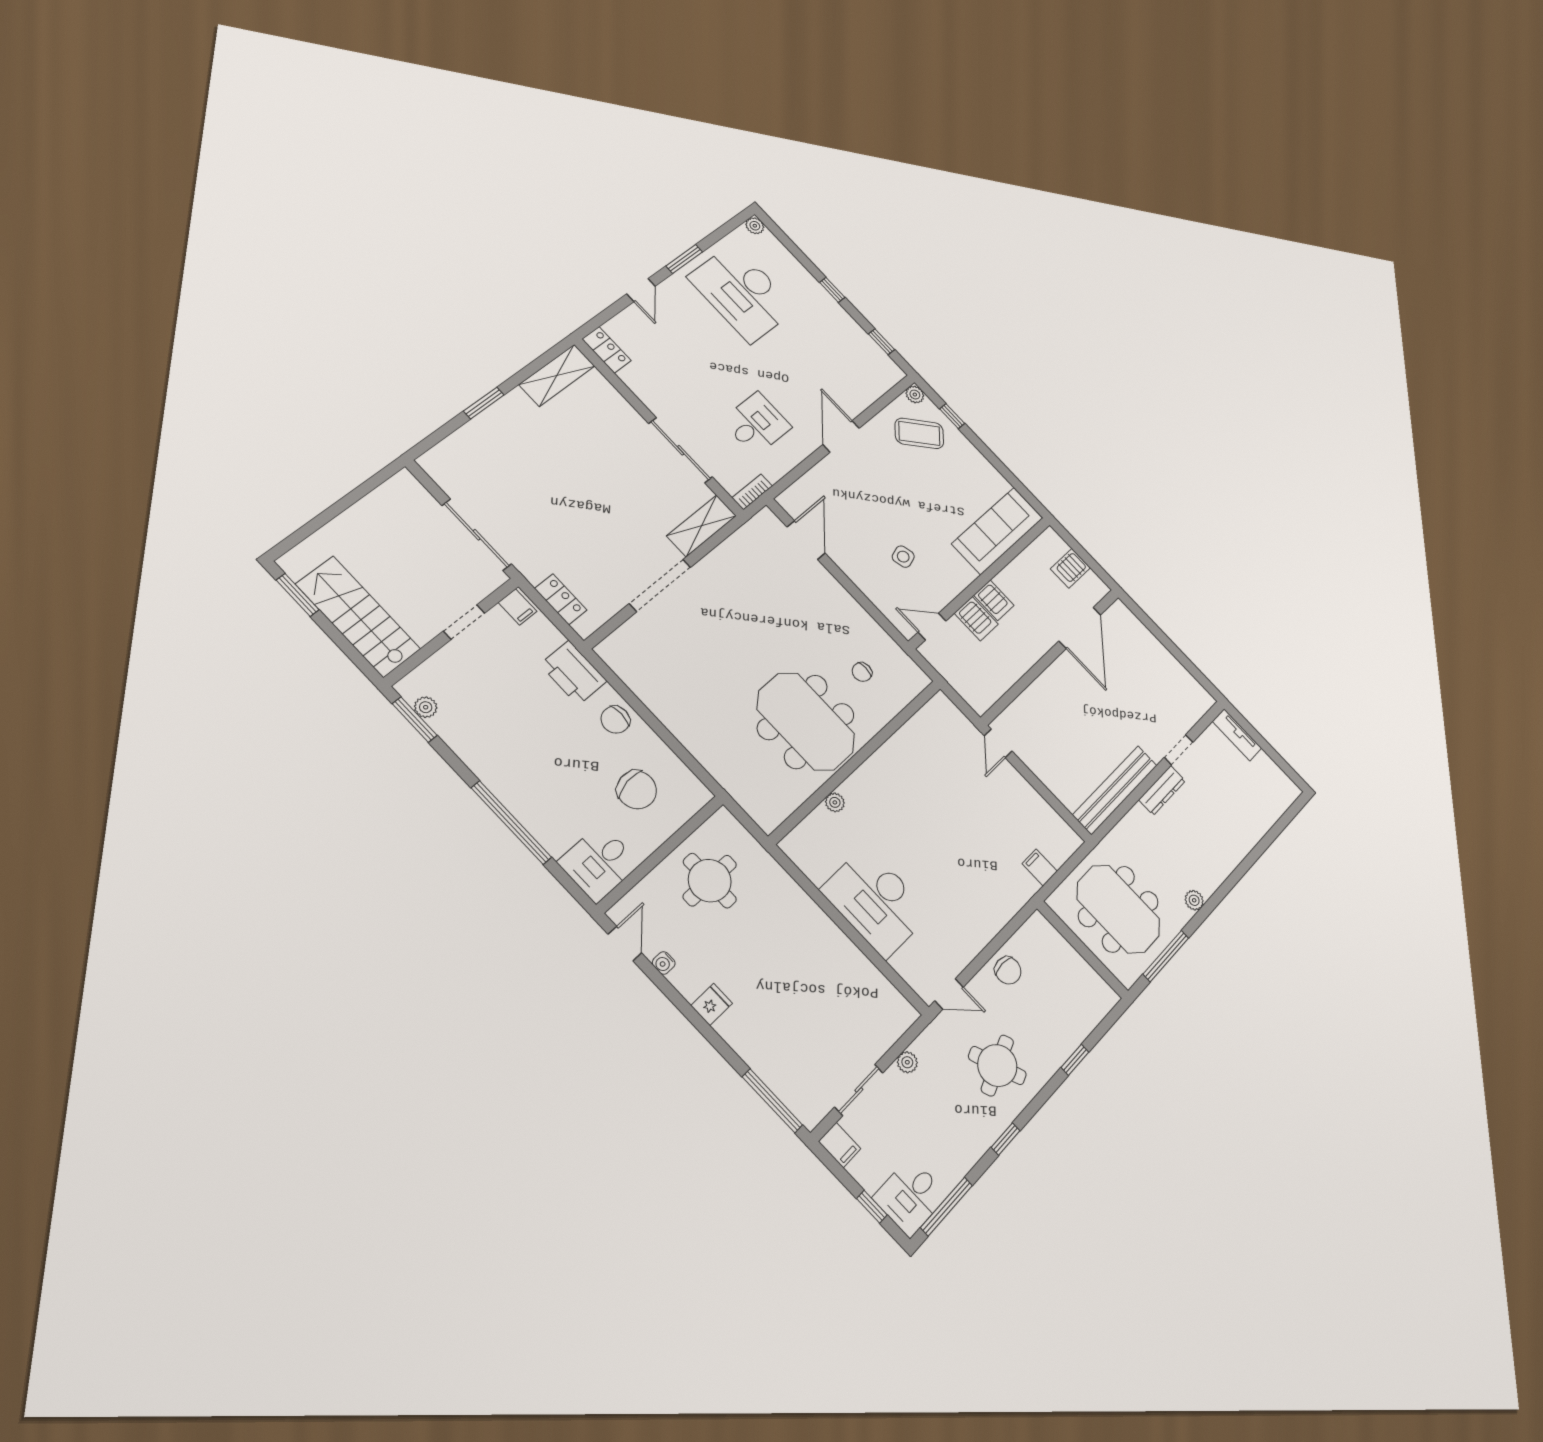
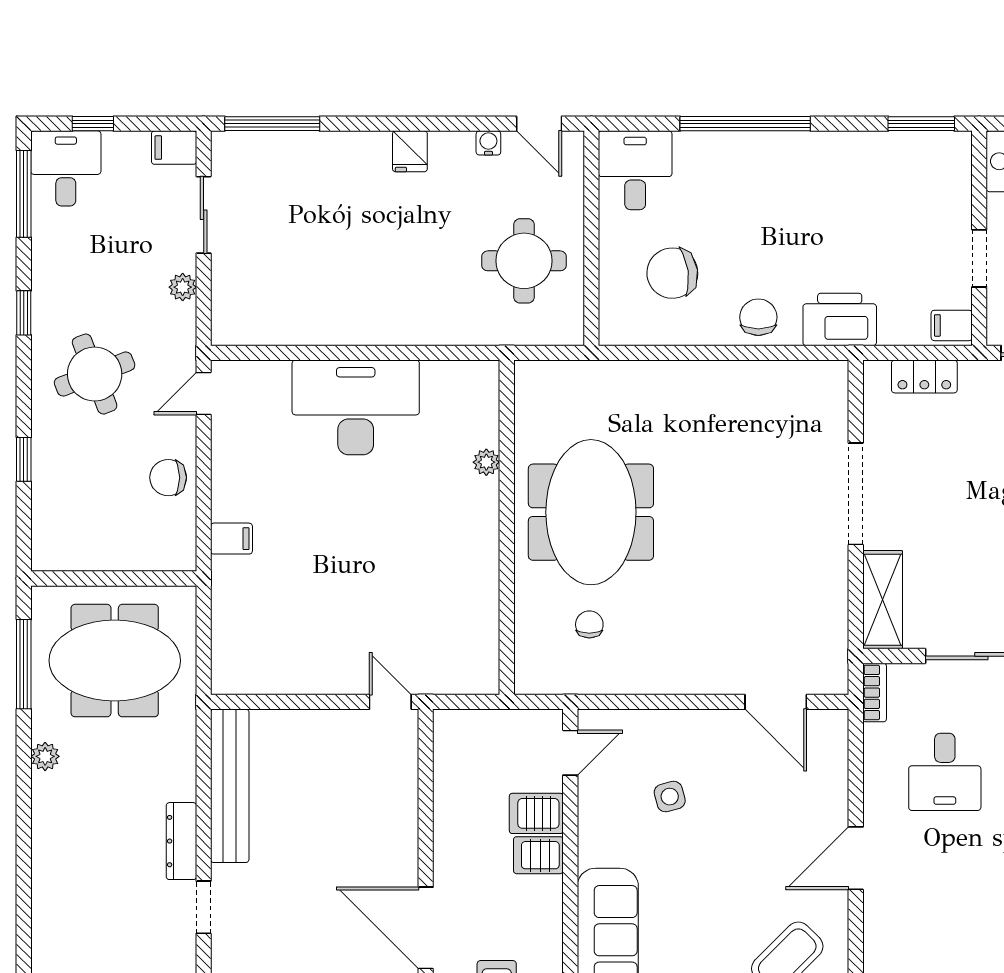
door: (841, 436) -> (856, 858), swing flipped
plant: (426, 707) -> (925, 145), removed
meeting table: (806, 722) -> (591, 512), turned 90
filing cabinet: (1040, 867) -> (231, 539), moved

